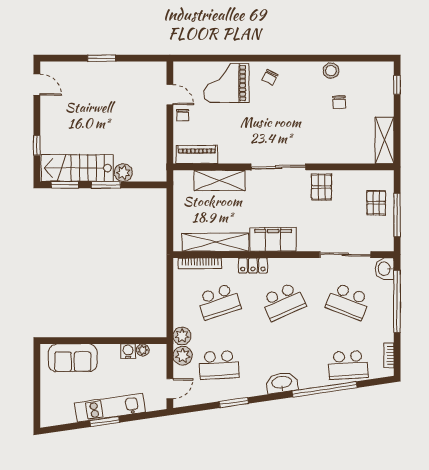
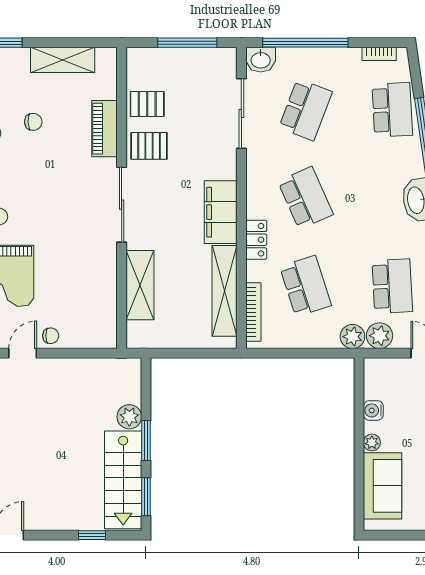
shelving: (384, 140) -> (63, 60), moved
piano: (197, 154) -> (105, 129), moved
pallet: (376, 203) -> (147, 104), moved
plant: (143, 350) -> (372, 442), moved

